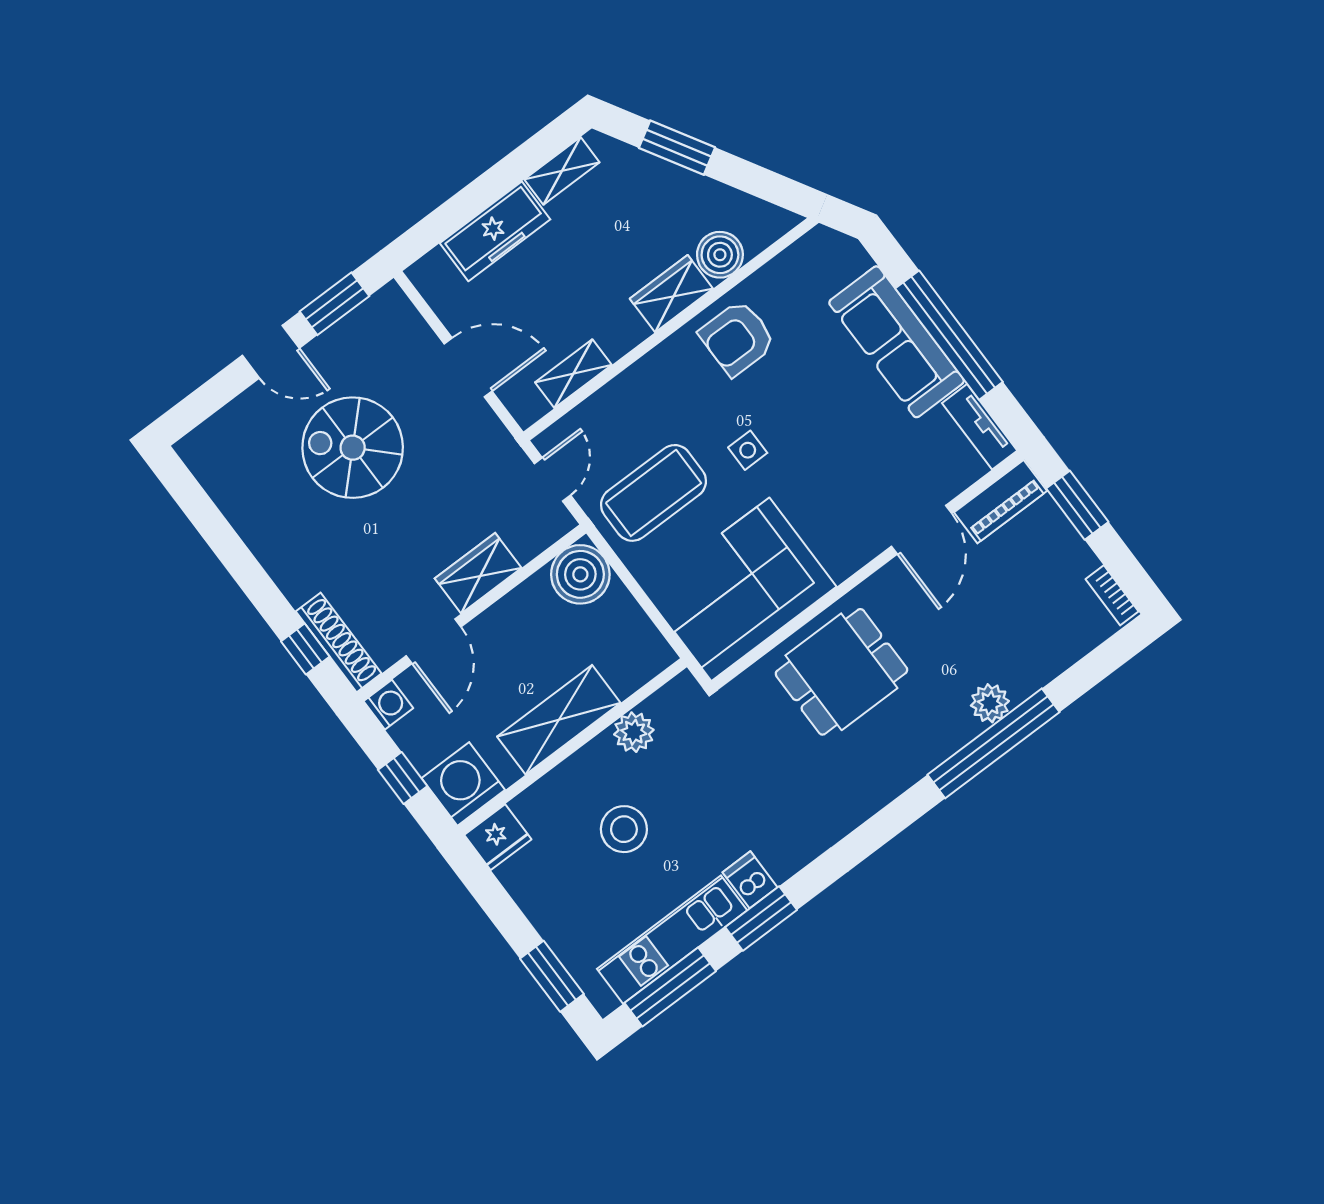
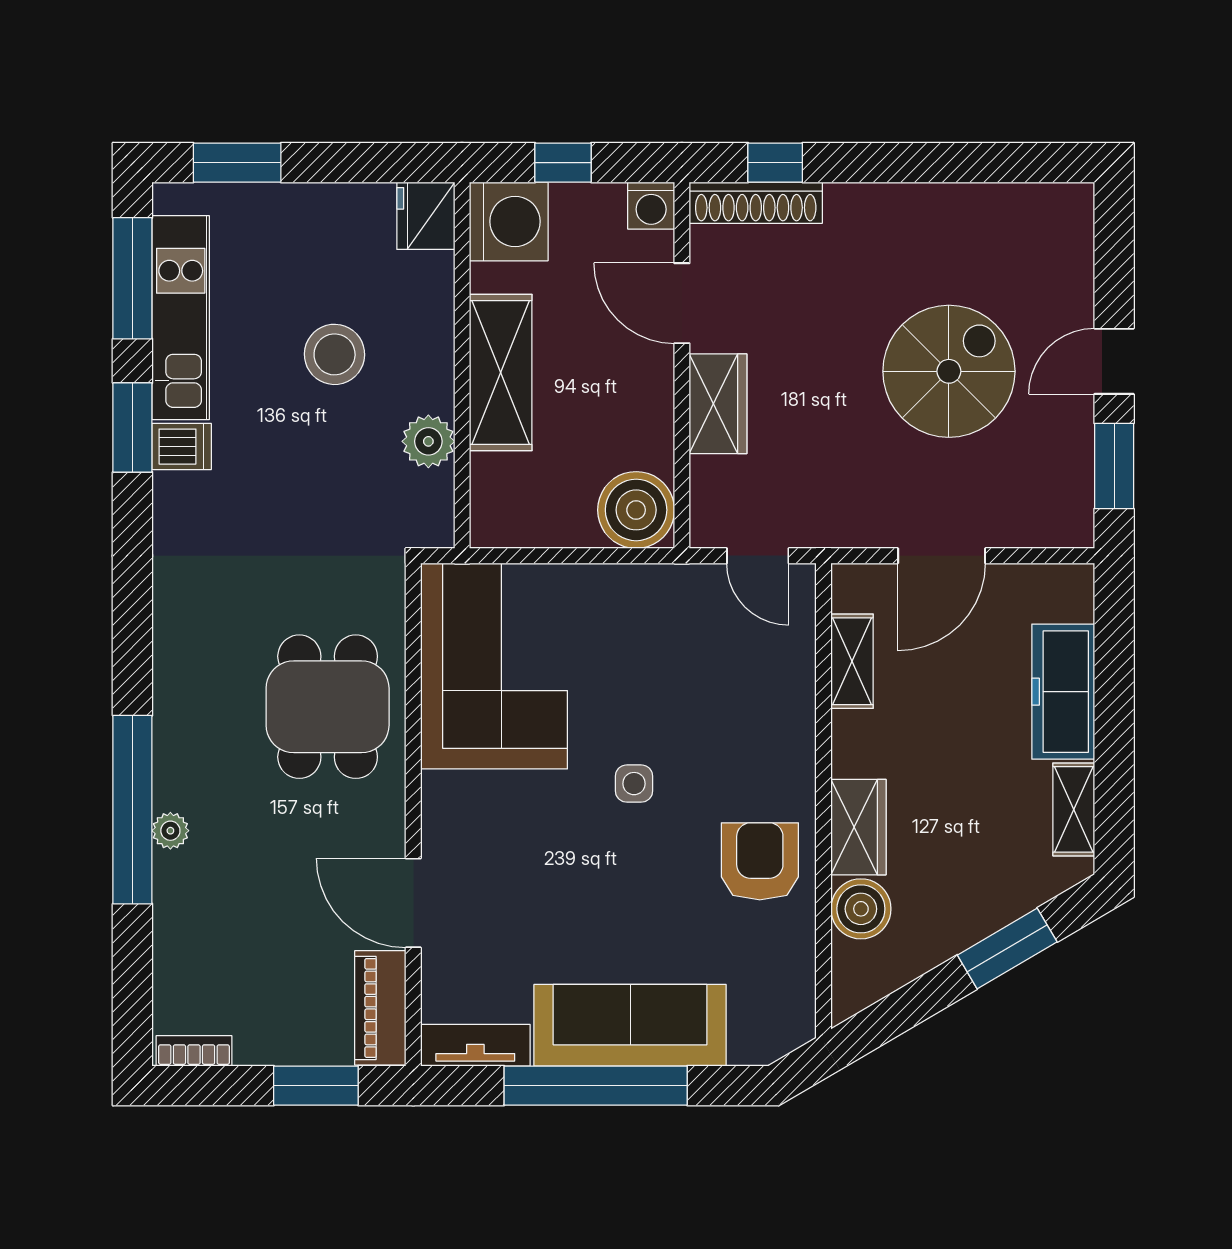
coffee table: (653, 493) -> (664, 651), removed
plant: (990, 703) -> (170, 831), width x0.73, depth x0.73

